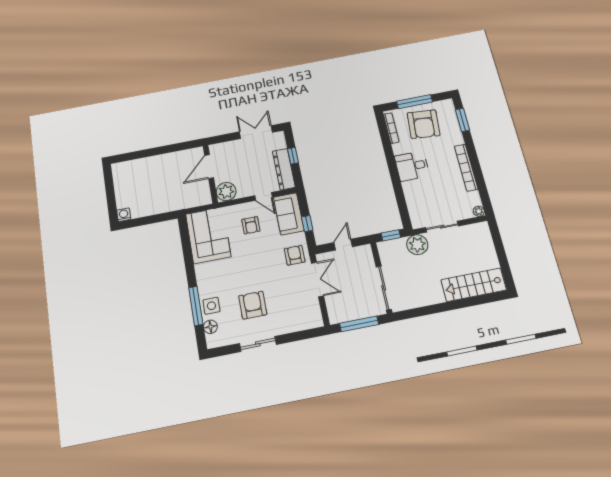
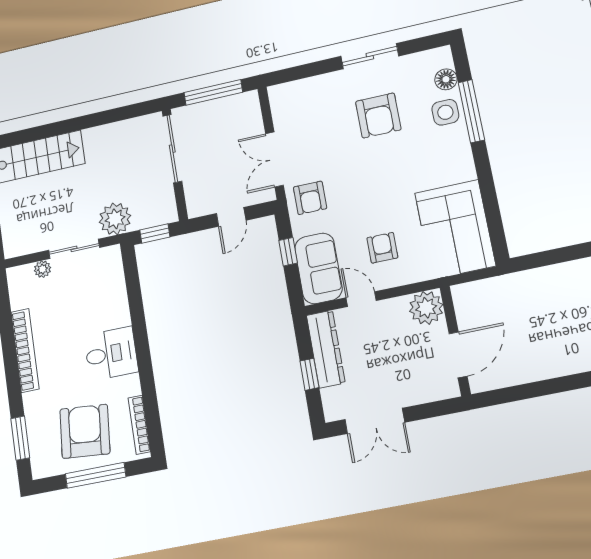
plant: (479, 211) -> (42, 269), moved

